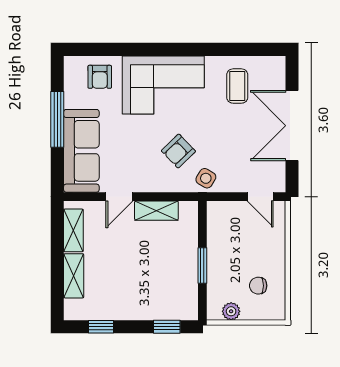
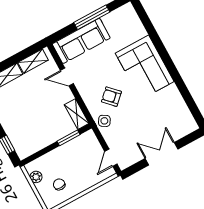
armchair: (100, 77) -> (129, 28), removed
coffee table: (237, 86) -> (167, 110), removed
double door: (292, 126) -> (162, 154), width x0.73
shelving: (156, 211) -> (77, 114), moved
window: (202, 265) -> (68, 138), moved

